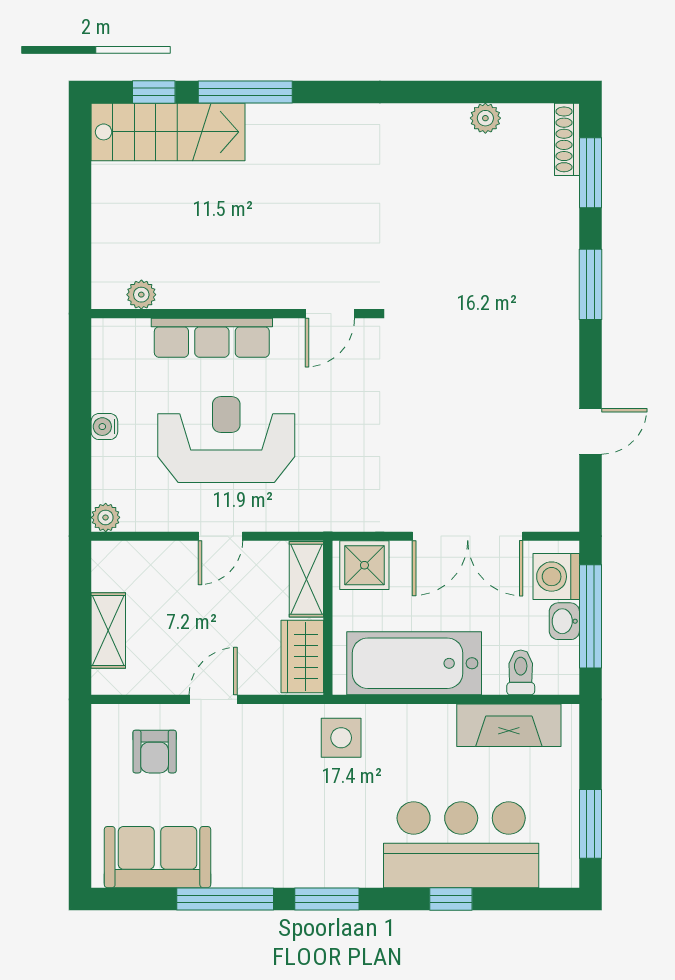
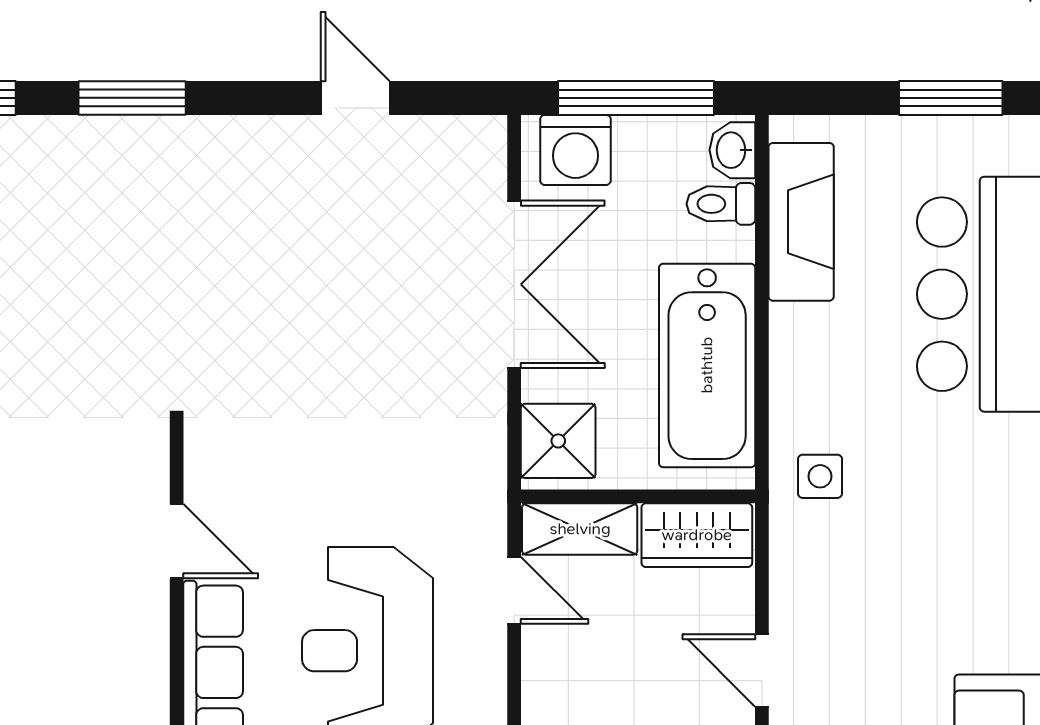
door: (330, 314) -> (177, 541), moved
door: (220, 536) -> (514, 590), moved
washbasin: (564, 621) -> (732, 150), moved, turned 90
side table: (341, 738) -> (820, 476), width x0.73, depth x0.73

